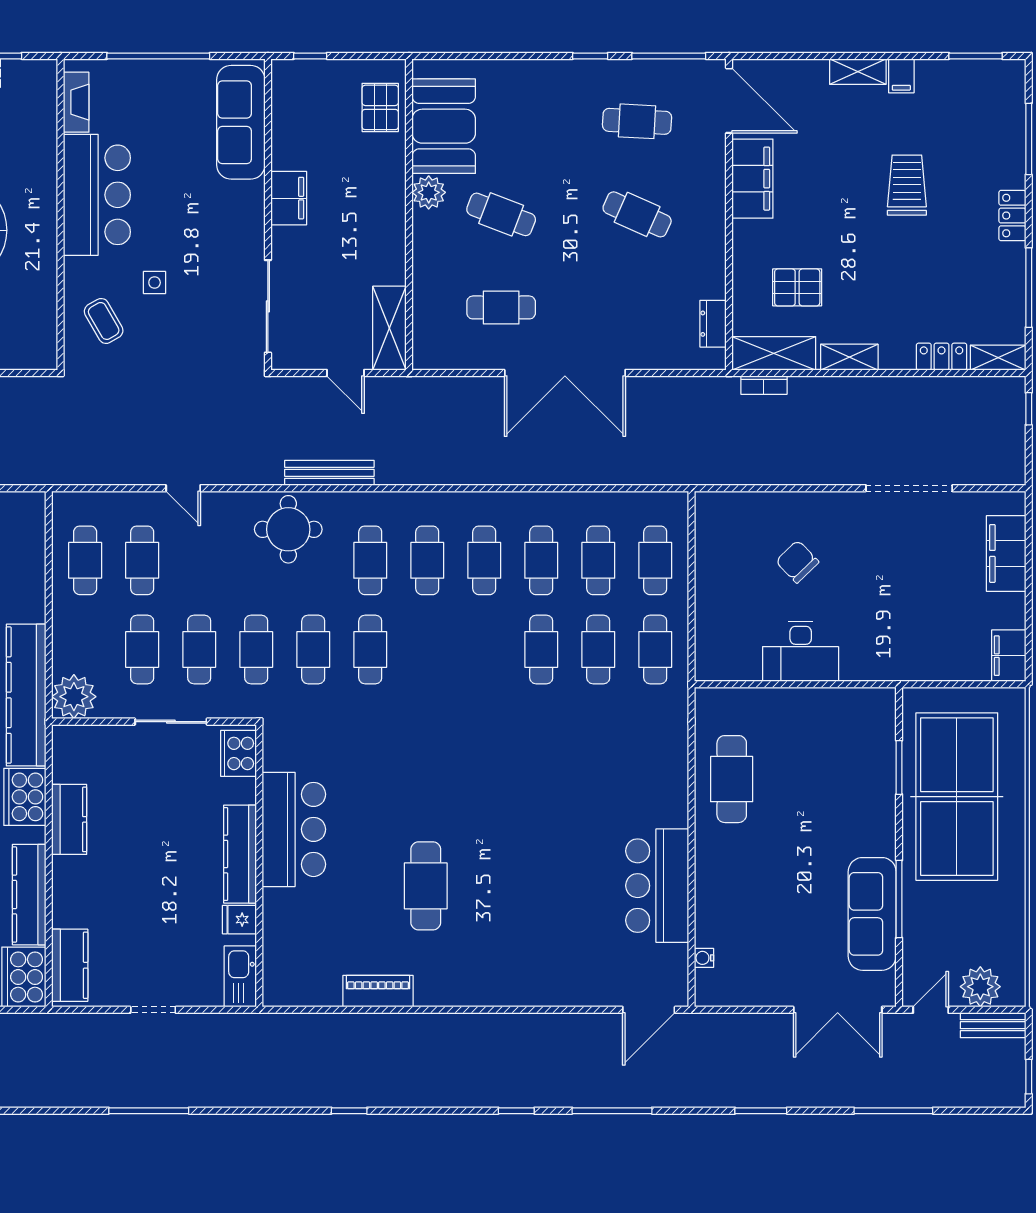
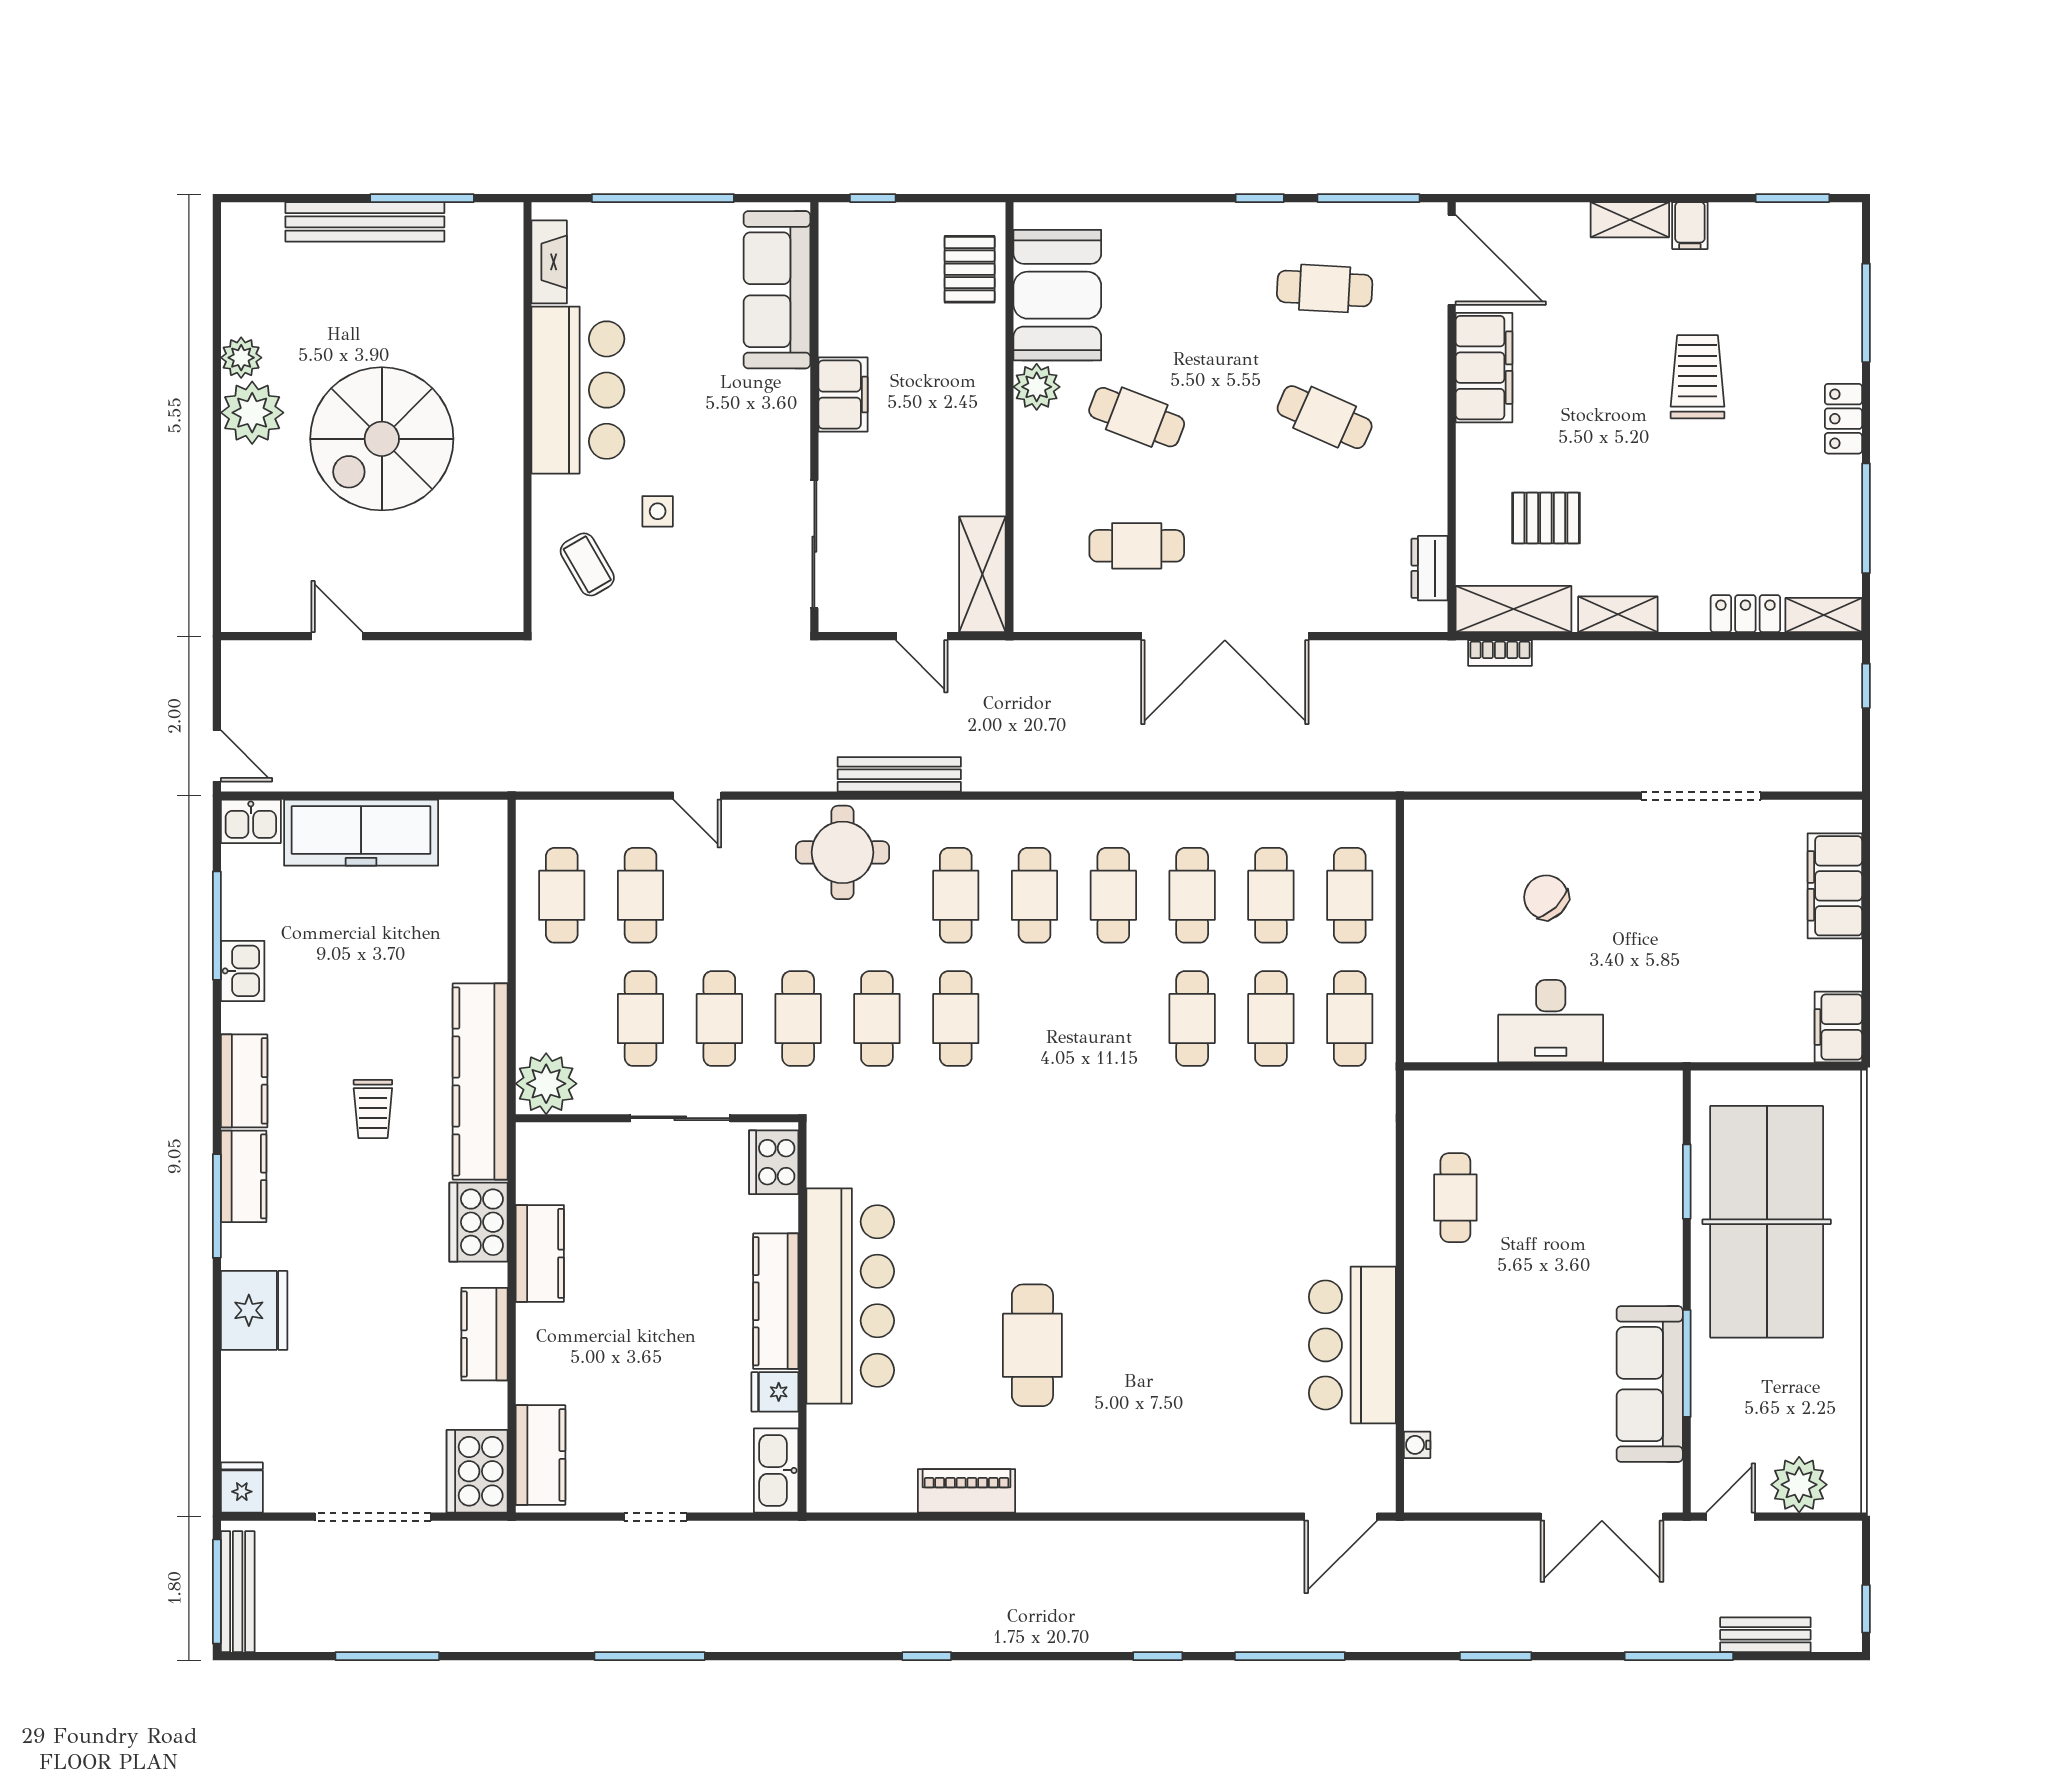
cafe table: (732, 779) -> (1455, 1198), width x0.73, depth x0.74
bar counter: (294, 829) -> (850, 1296), width x1.36
kitchen counter: (29, 895) -> (484, 1334), width x0.67
bench: (993, 1025) -> (1765, 1635), moved

